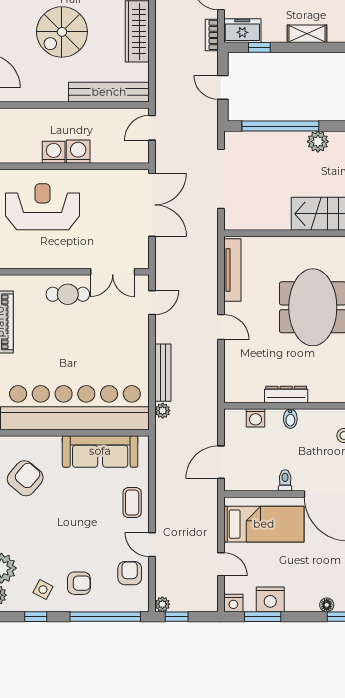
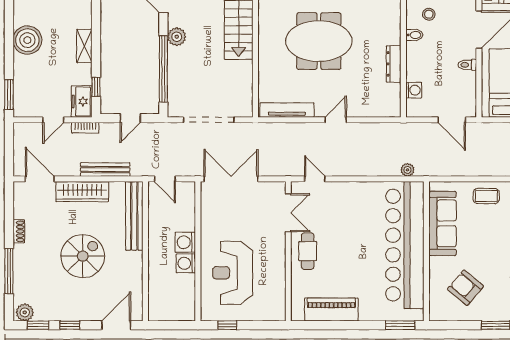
spiral stairs: (62, 32) -> (83, 256), turned -90
bench: (163, 373) -> (105, 170), moved
bidet: (290, 419) -> (414, 35), moved

